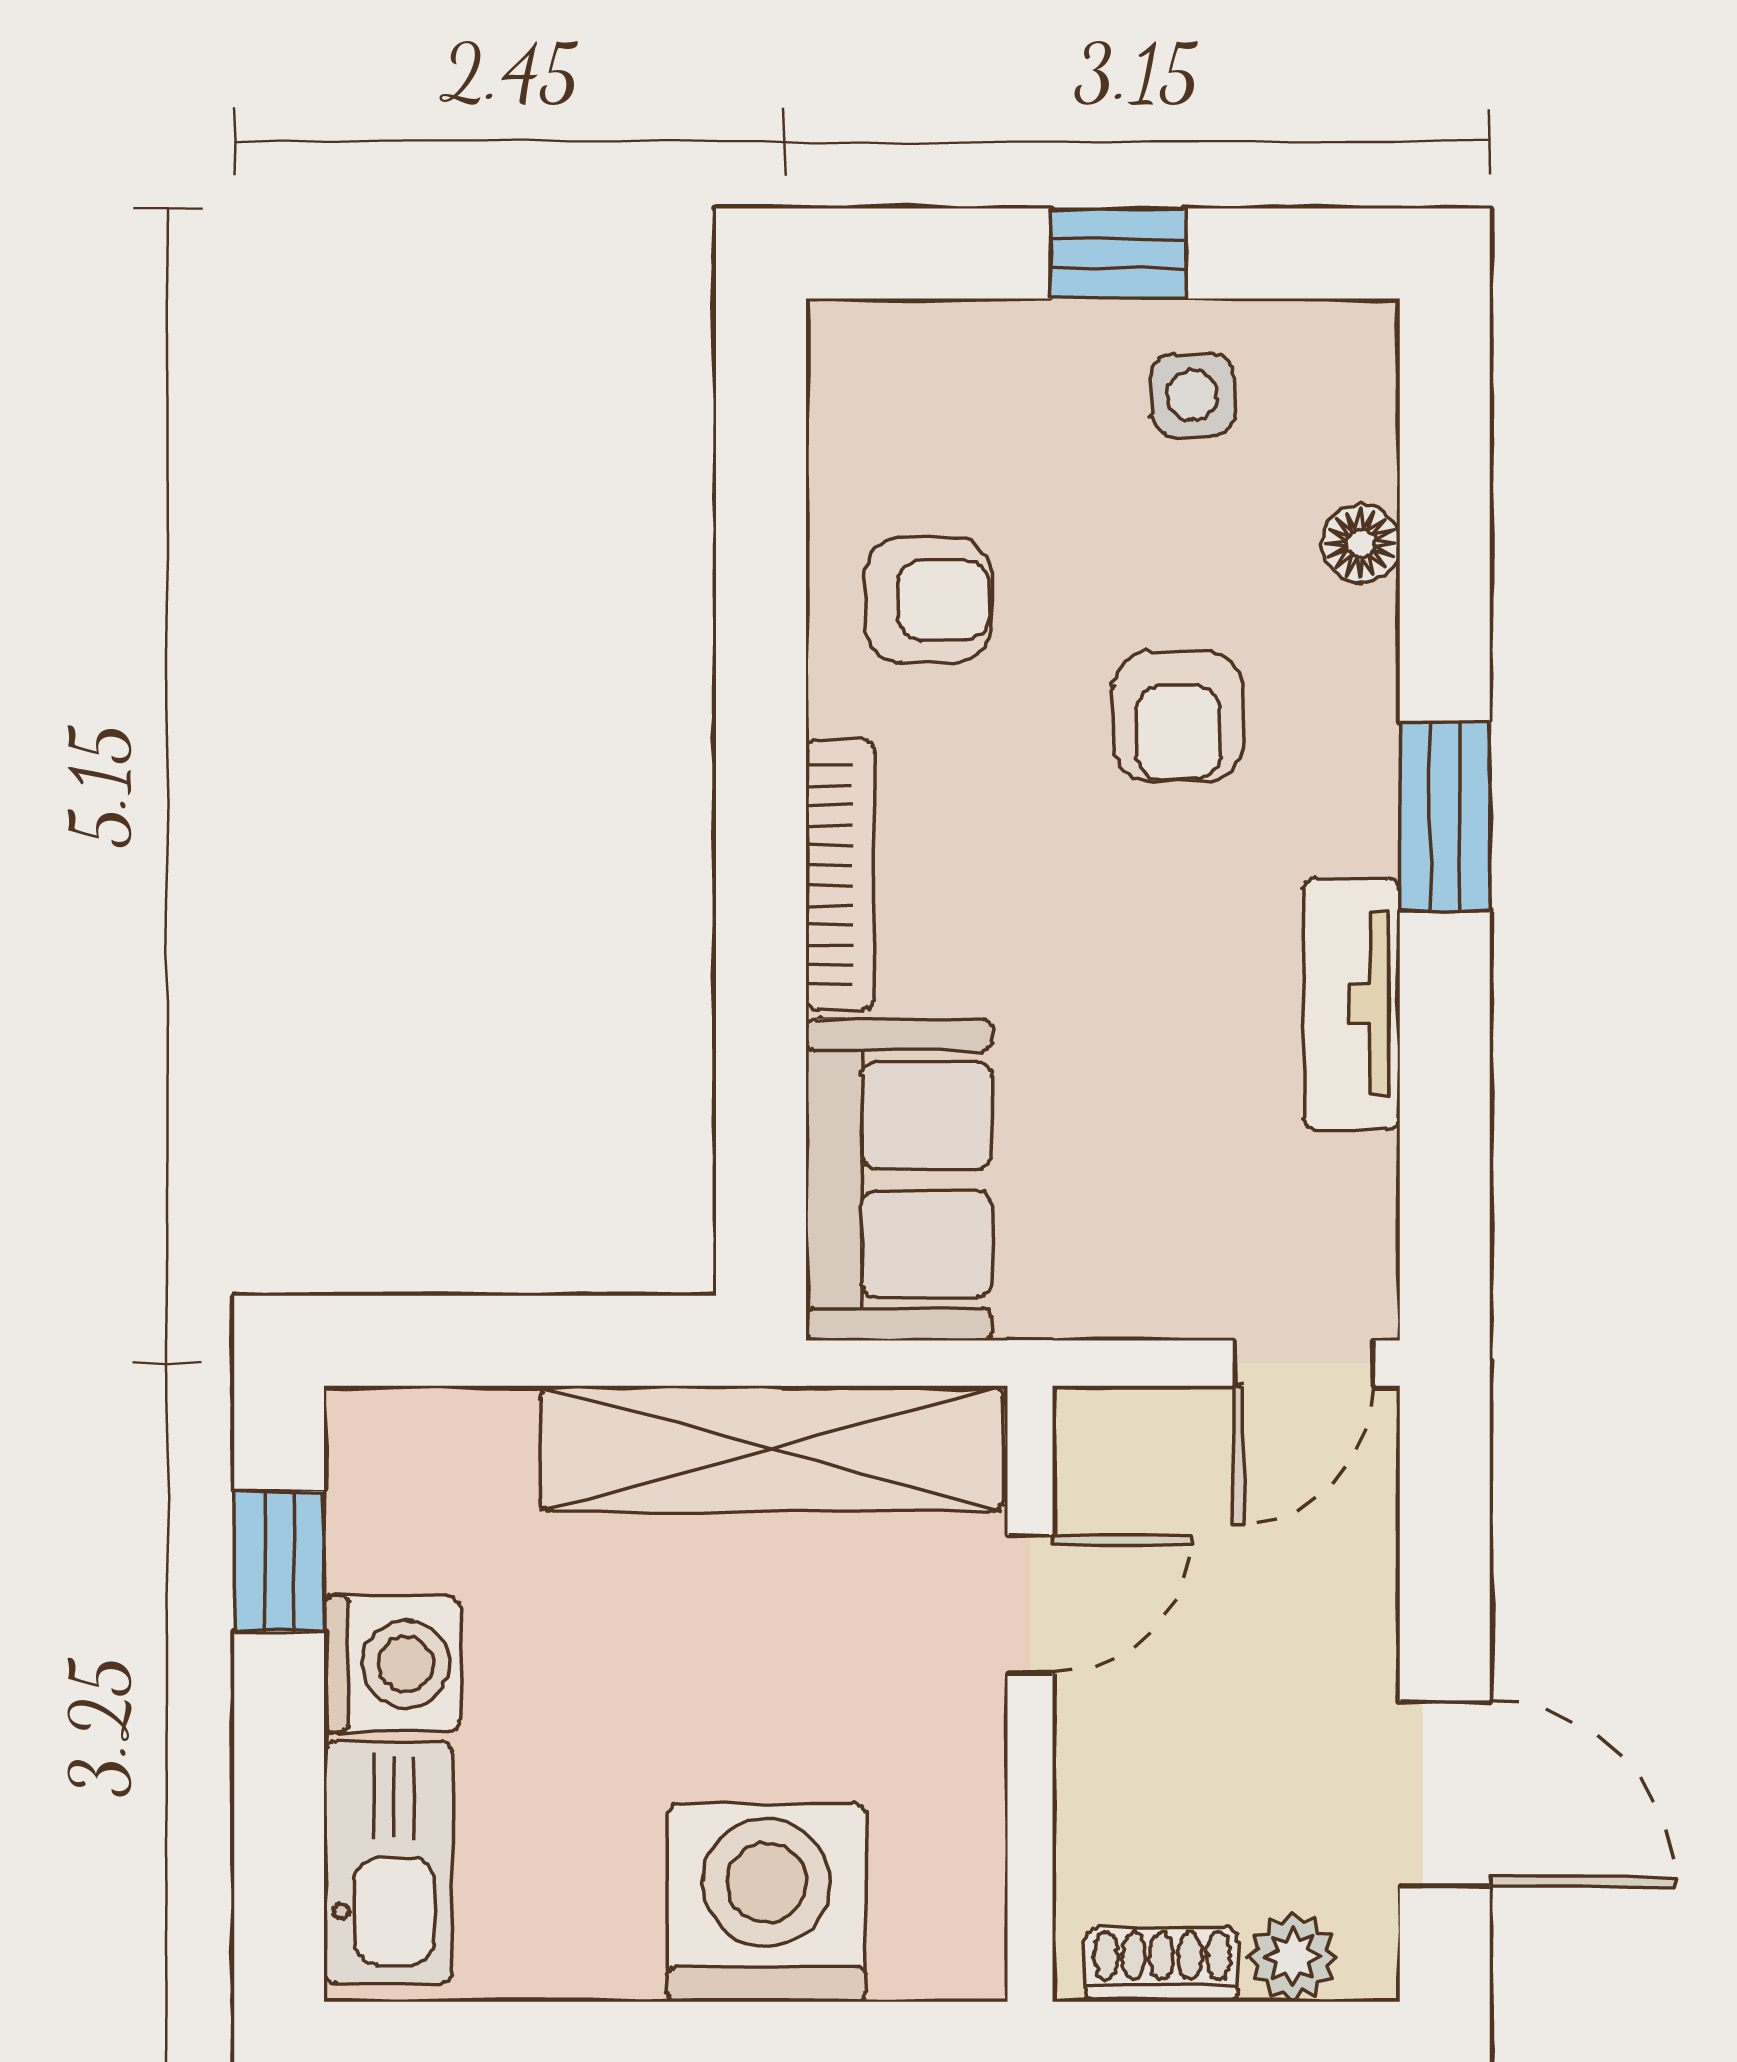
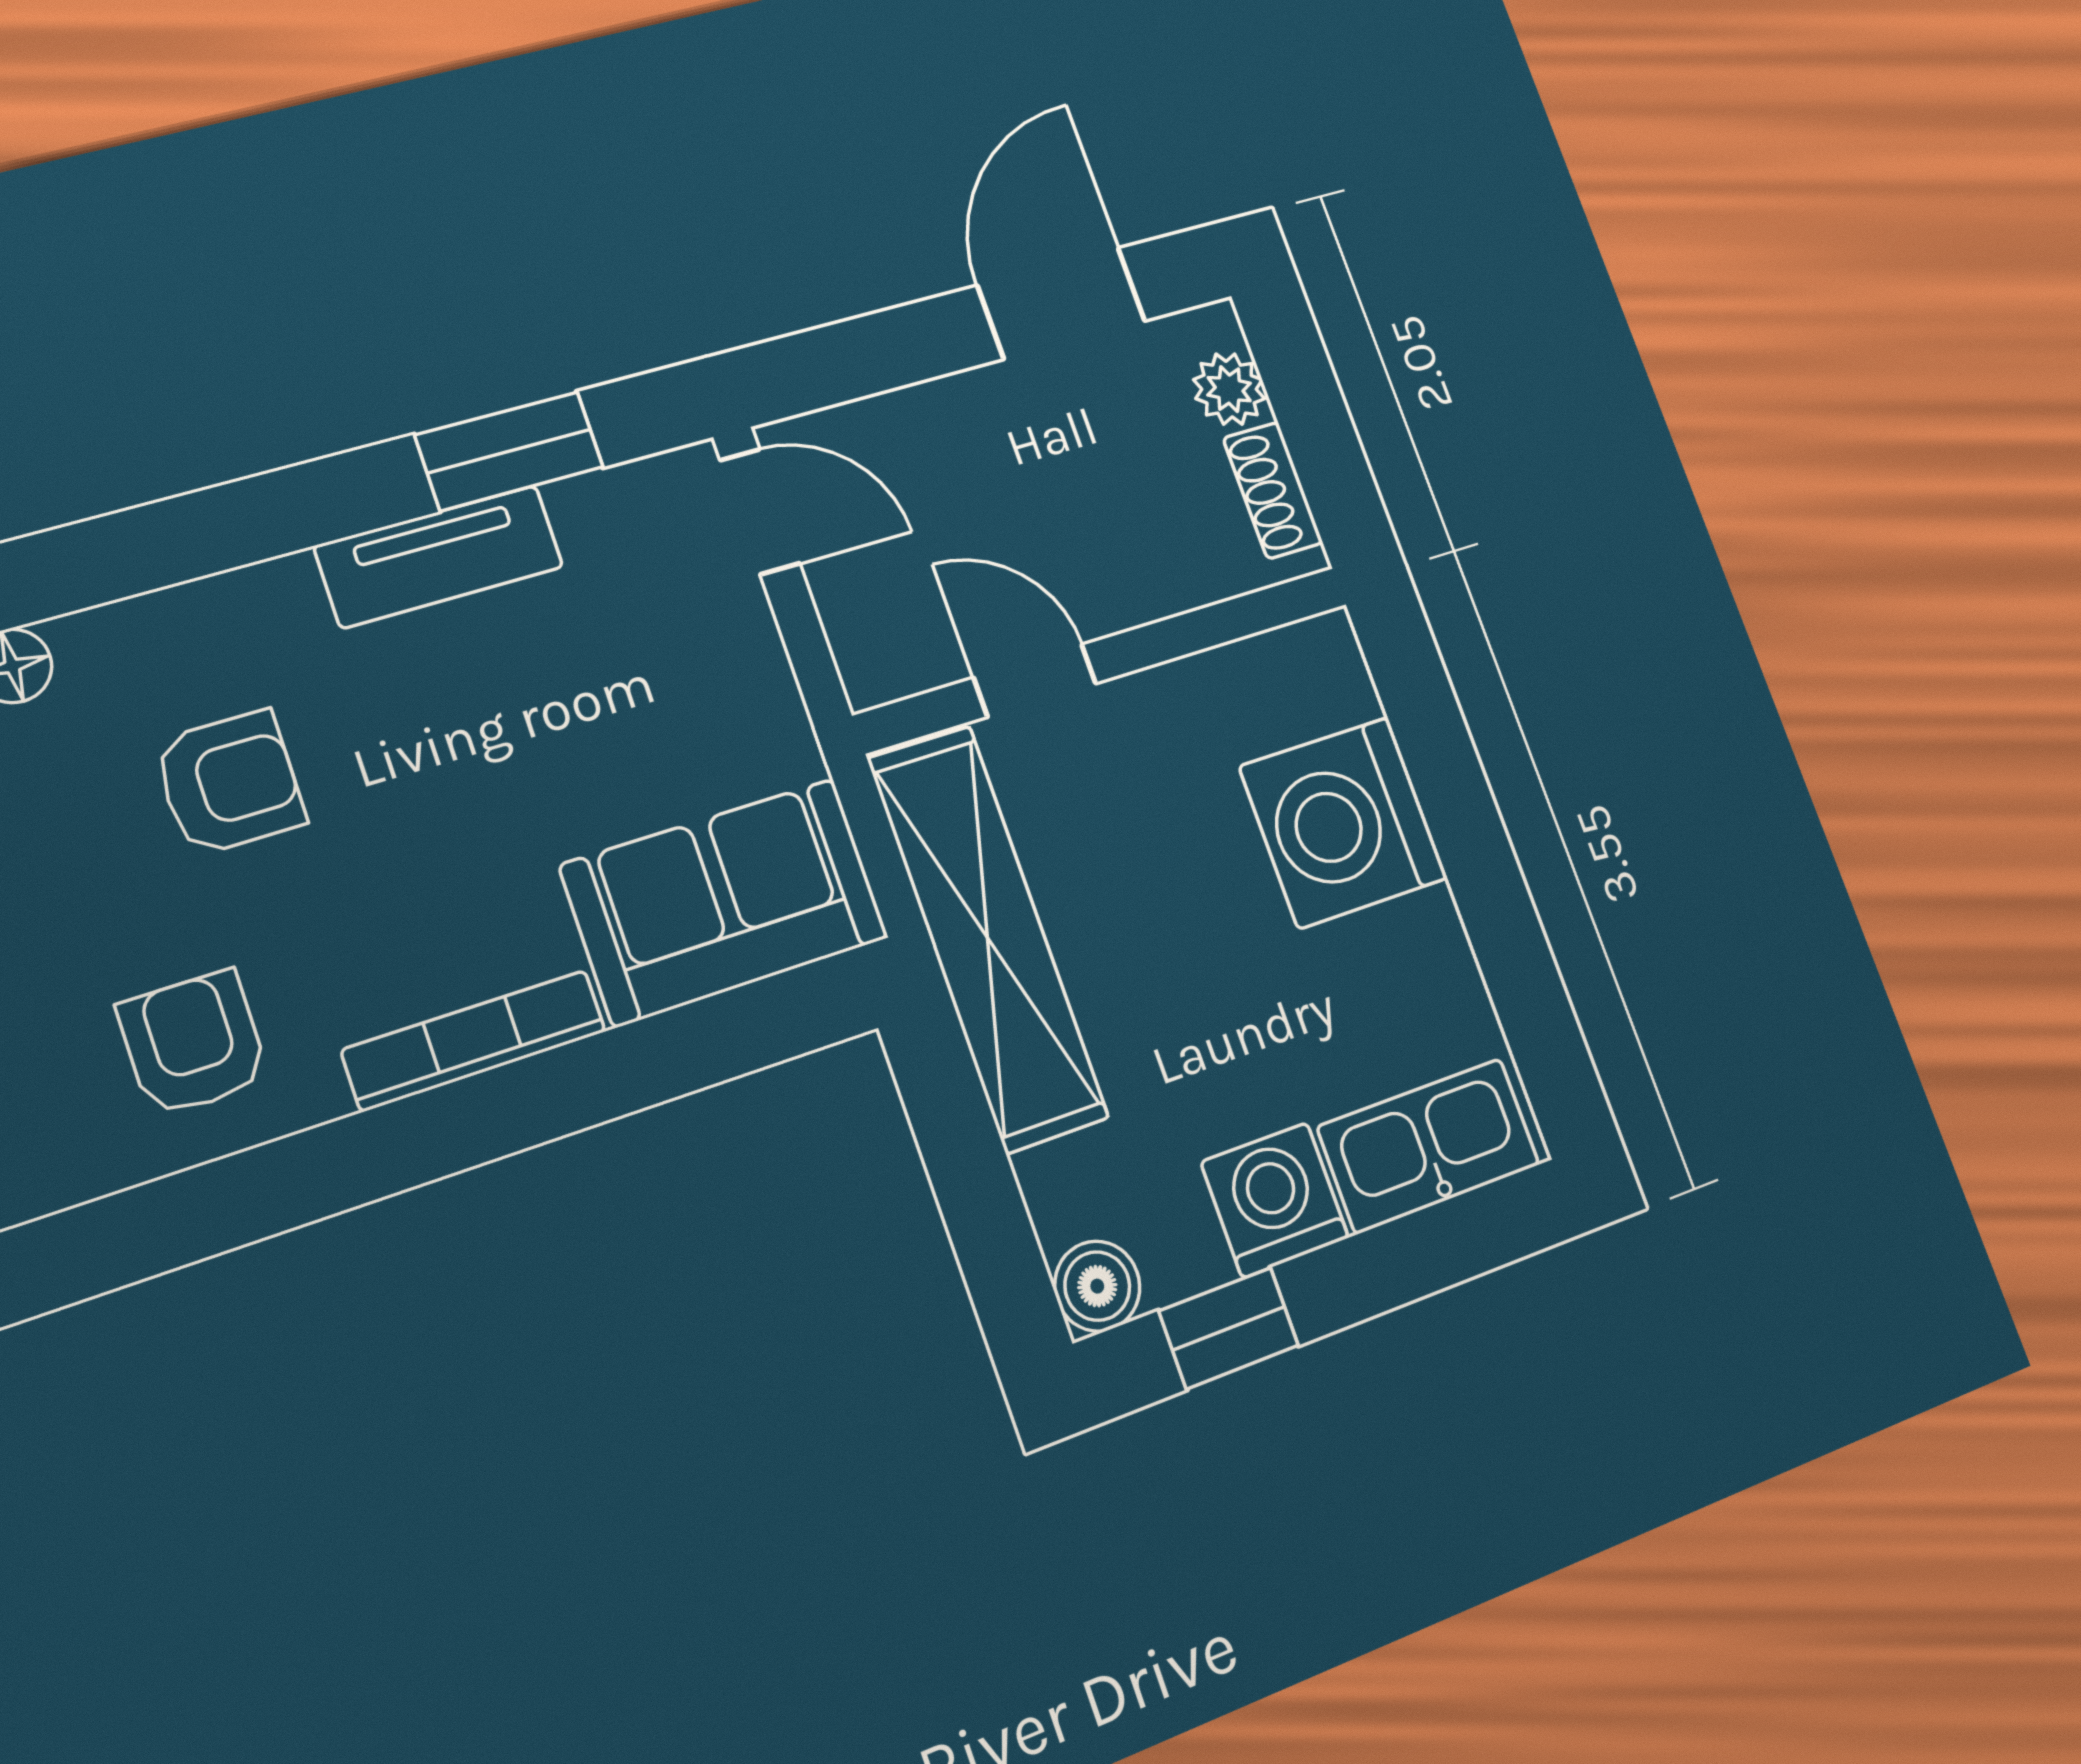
window: (1445, 816) -> (509, 451), moved
boiler: (373, 1434) -> (1097, 1286), added

